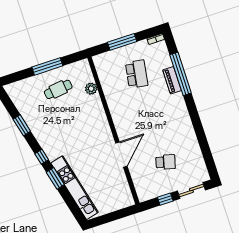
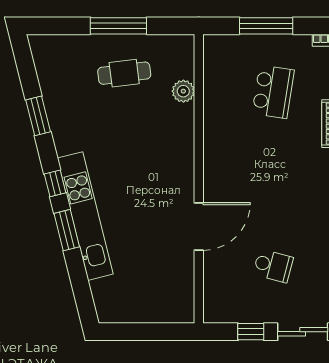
kitchen unit: (75, 188) -> (85, 216), moved

